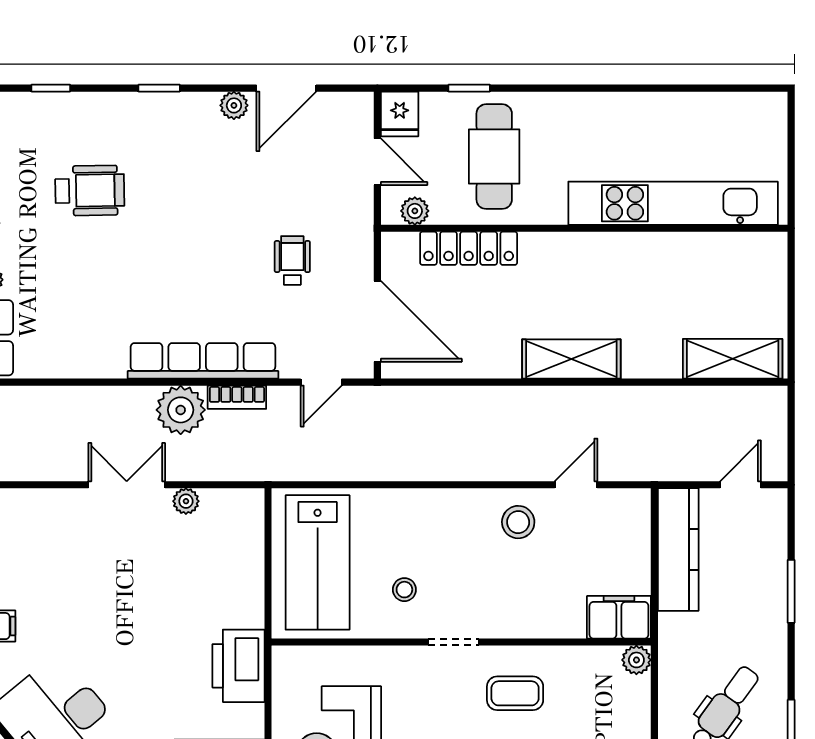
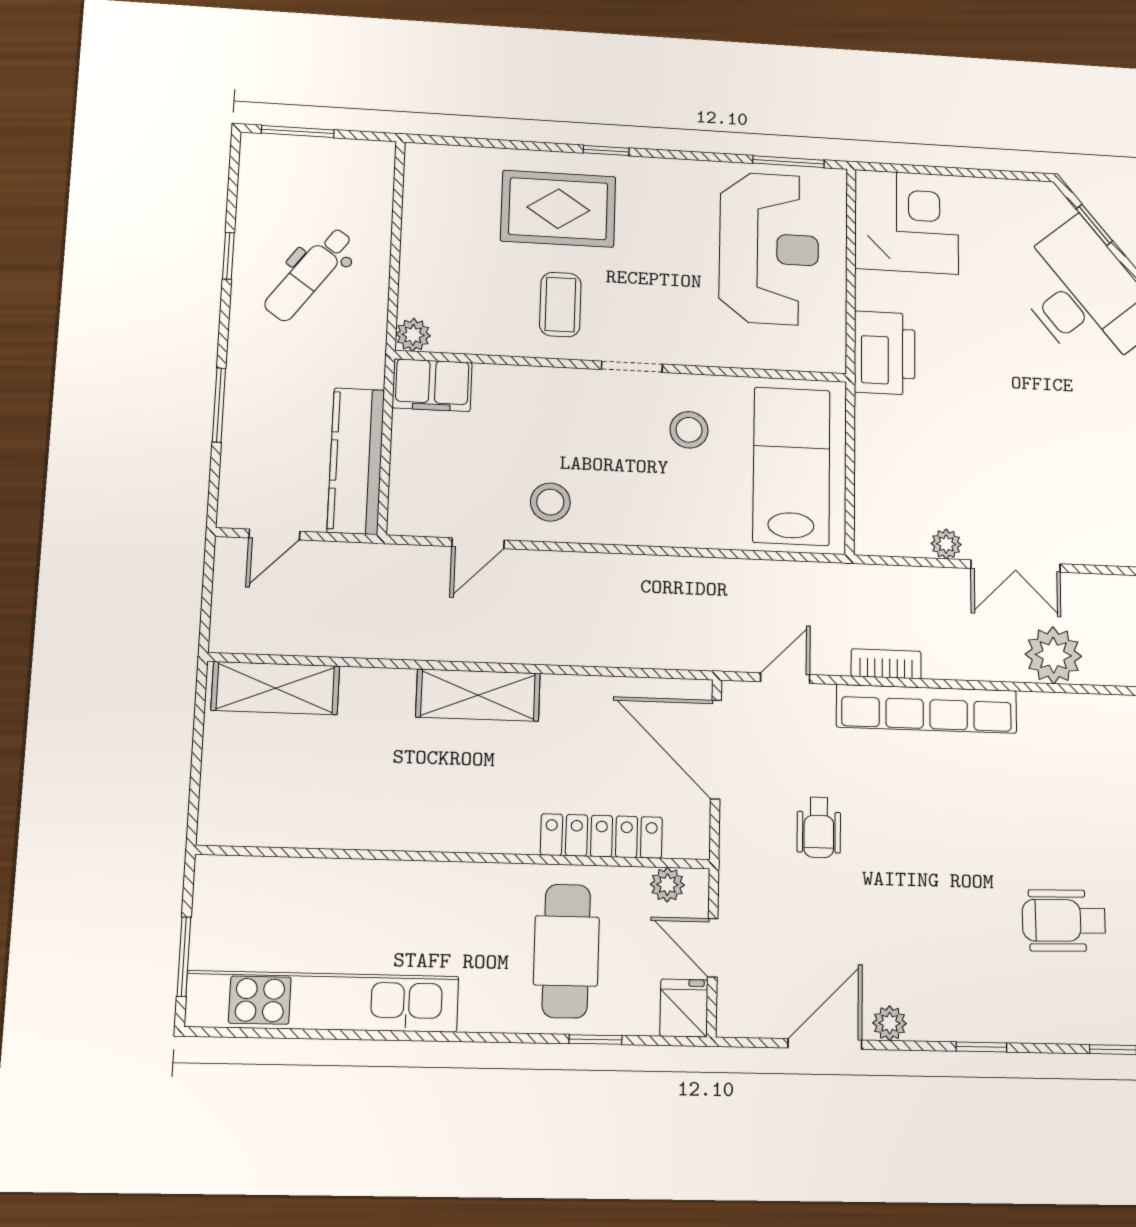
window: (791, 145) -> (184, 957), added
kitchen unit: (673, 203) -> (323, 1001), moved, turned 180
plant: (181, 410) -> (1053, 655), moved
stool: (404, 590) -> (689, 430), width x1.37, depth x1.37
coffee table: (515, 693) -> (560, 305), turned 90

